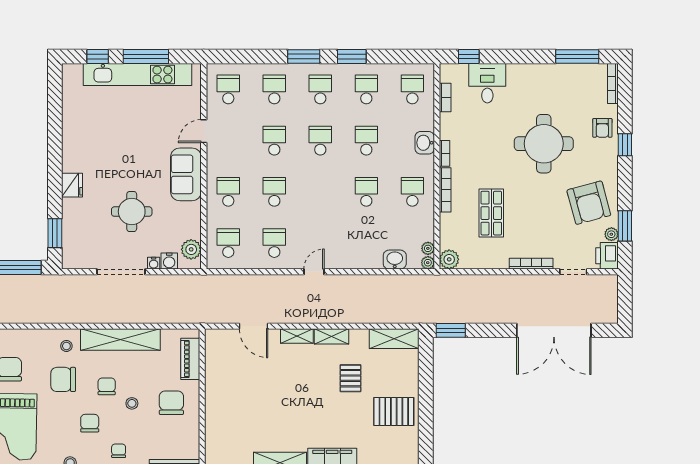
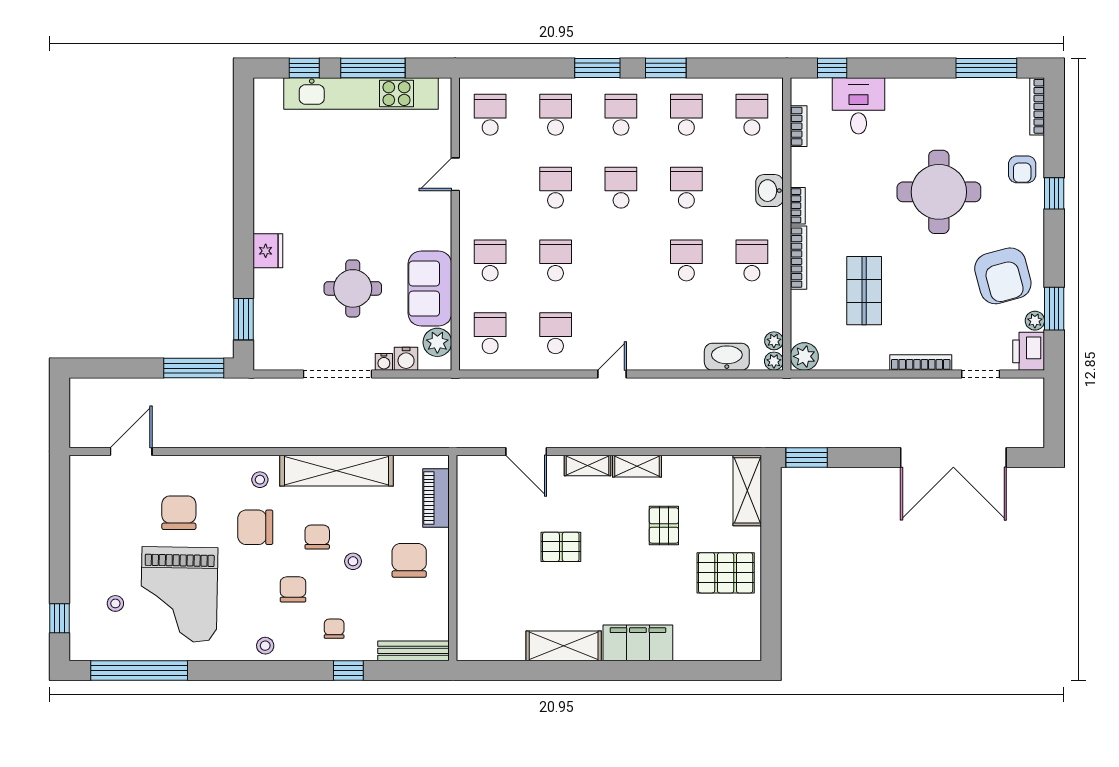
sofa: (186, 174) -> (430, 289), moved
washbasin: (395, 260) -> (727, 357), width x1.38
shelving: (394, 339) -> (747, 490), moved, turned 90
pallet: (278, 393) -> (561, 547), added

